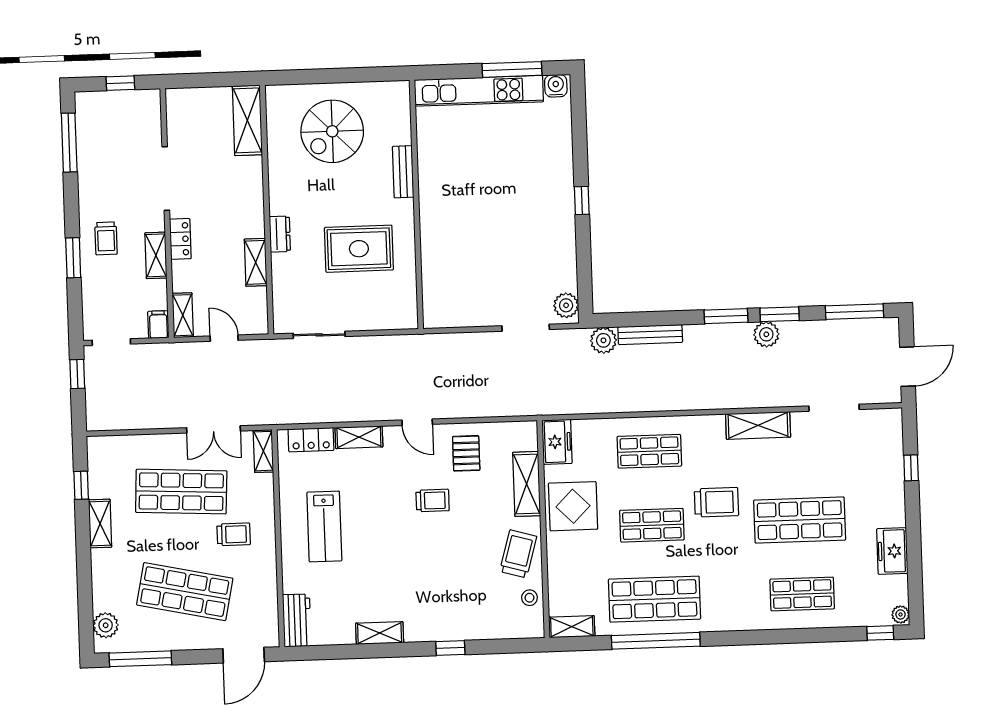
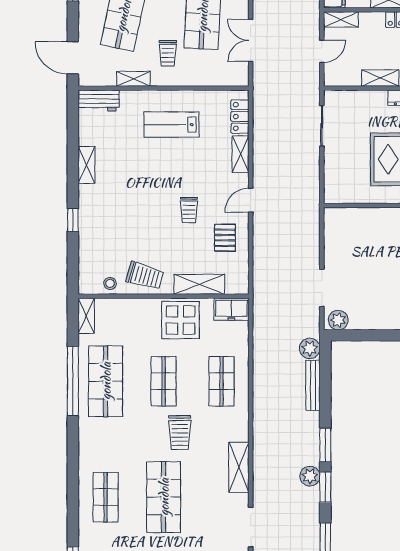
shelving: (263, 451) -> (133, 79), moved
pallet: (466, 453) -> (225, 238), turned 90

